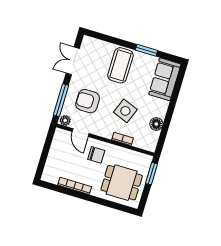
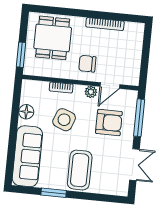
sofa: (165, 79) -> (27, 156), width x1.36
plant: (65, 120) -> (91, 92), moved
door: (81, 133) -> (110, 86), swing flipped
dining table: (122, 183) -> (53, 38), turned 90

